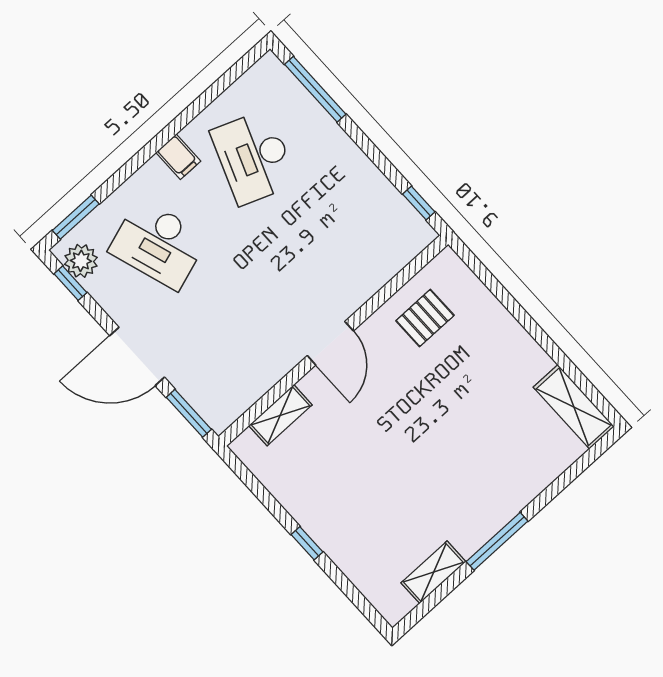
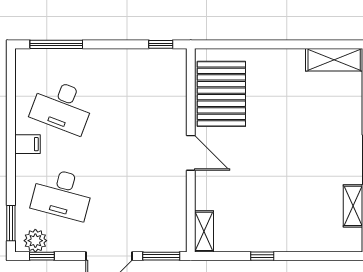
desk: (158, 244) -> (62, 194), turned 33
pallet: (425, 318) -> (221, 94), width x2.05, depth x2.00
shelving: (280, 415) -> (204, 231), moved
window: (307, 543) -> (262, 256), moved

